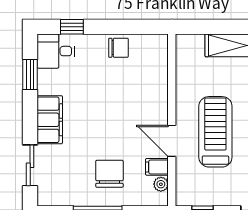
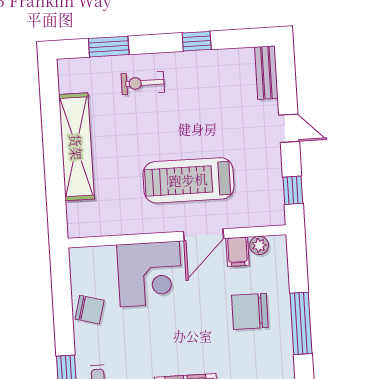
chair: (118, 48) -> (90, 310), turned 105
corner desk: (144, 97) -> (150, 274), added

